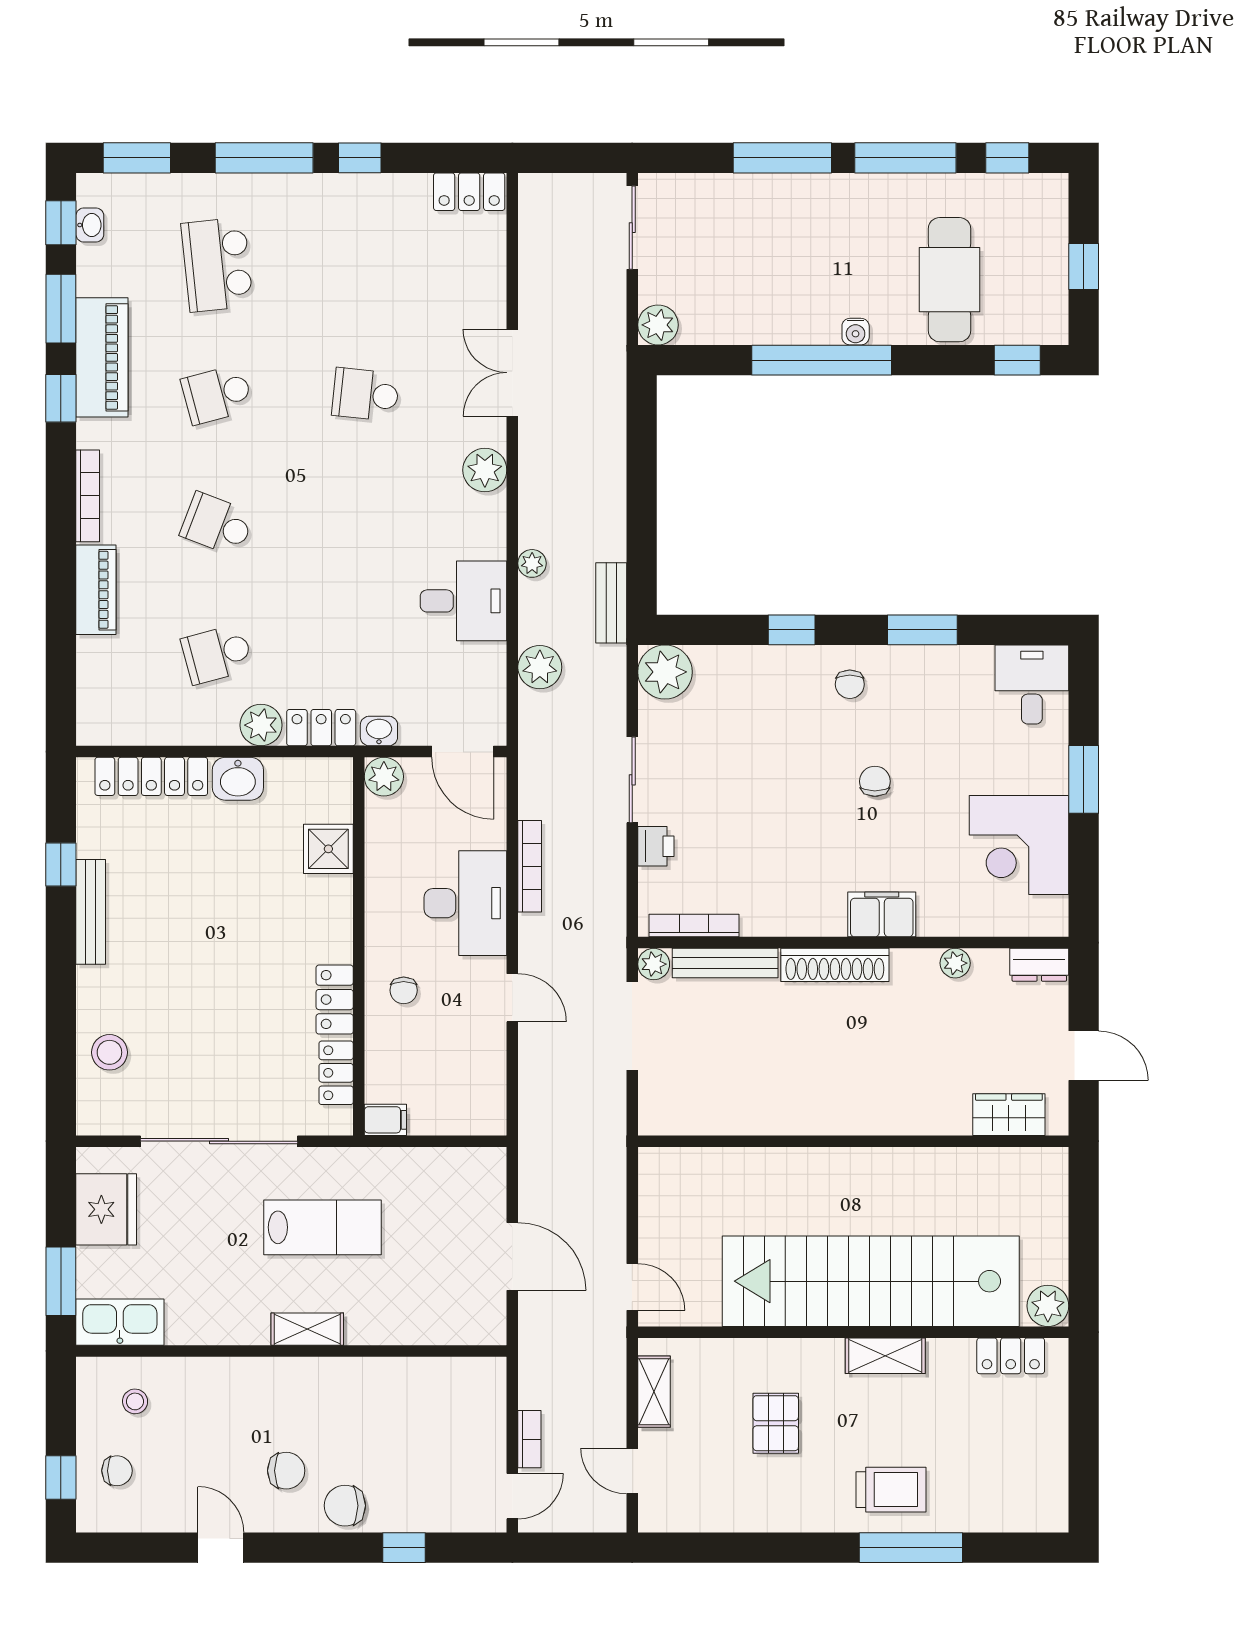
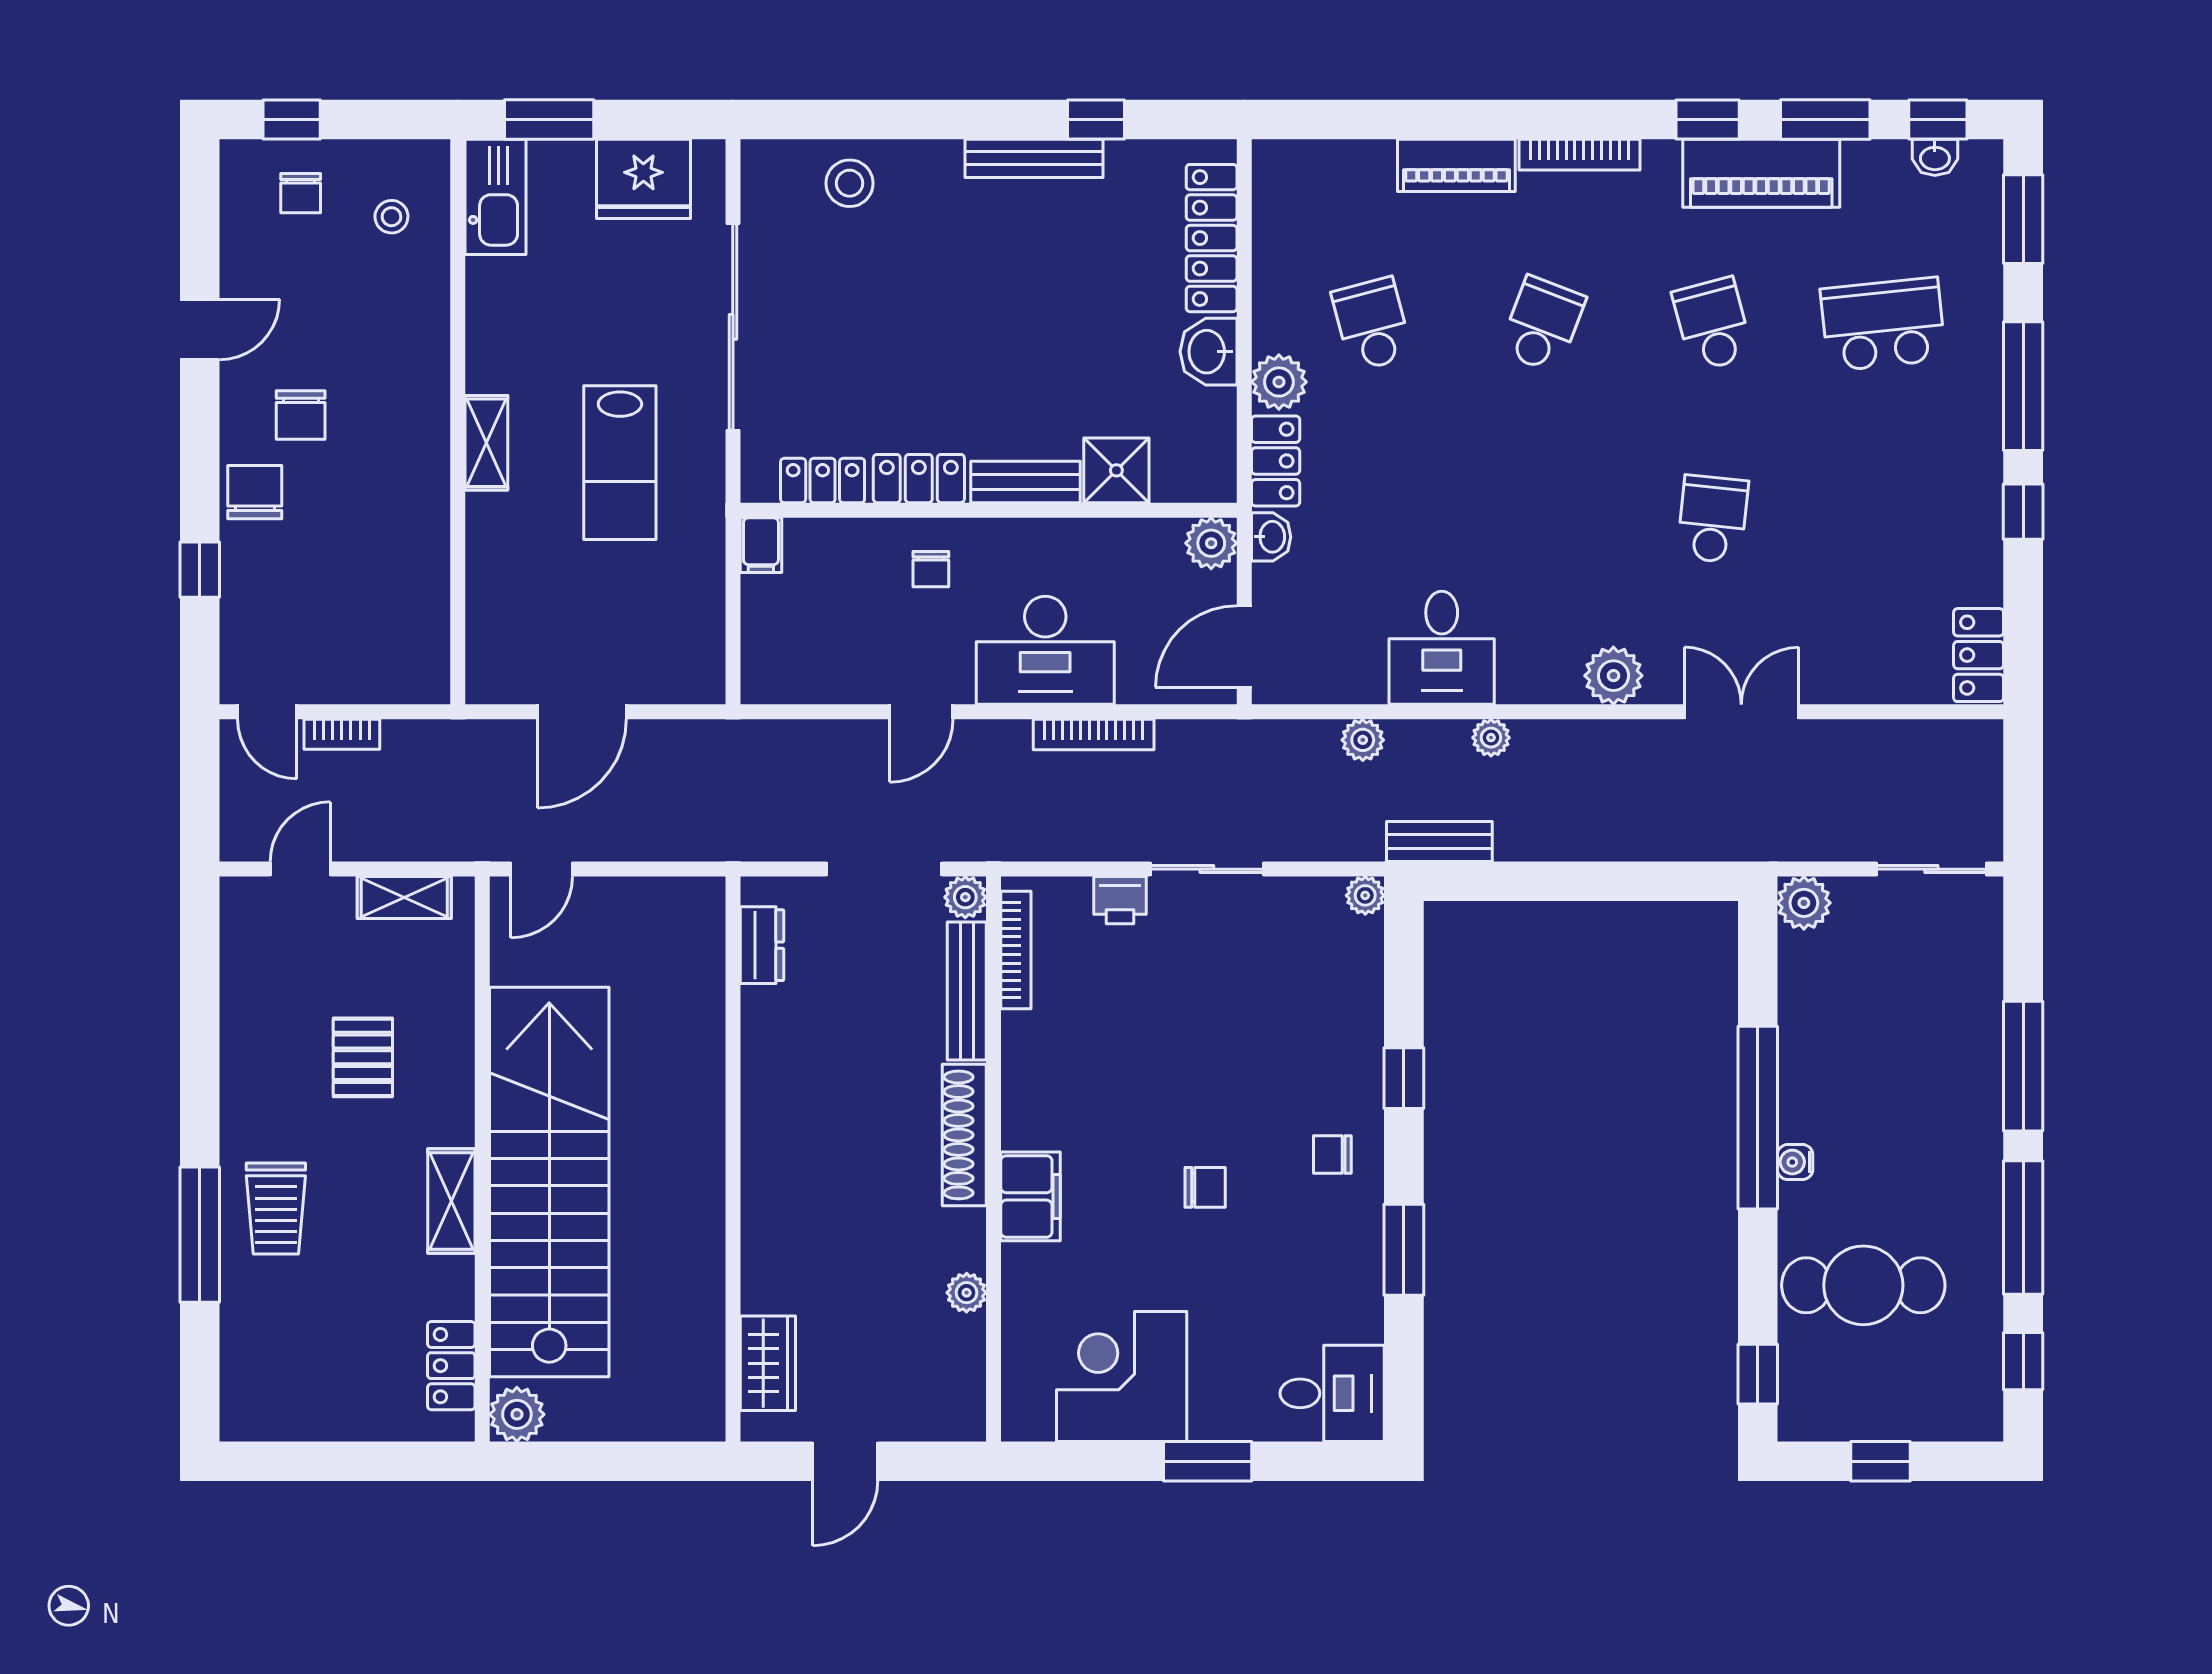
plant: (540, 667) -> (1363, 740), width x0.73, depth x0.73
plant: (665, 672) -> (1365, 895), width x0.53, depth x0.53
bench: (337, 918) -> (1025, 482), added
dresser: (1039, 965) -> (762, 945), moved, turned 180
chair: (404, 990) -> (931, 569), turned -90
pallet: (776, 1423) -> (363, 1057), turned 90

